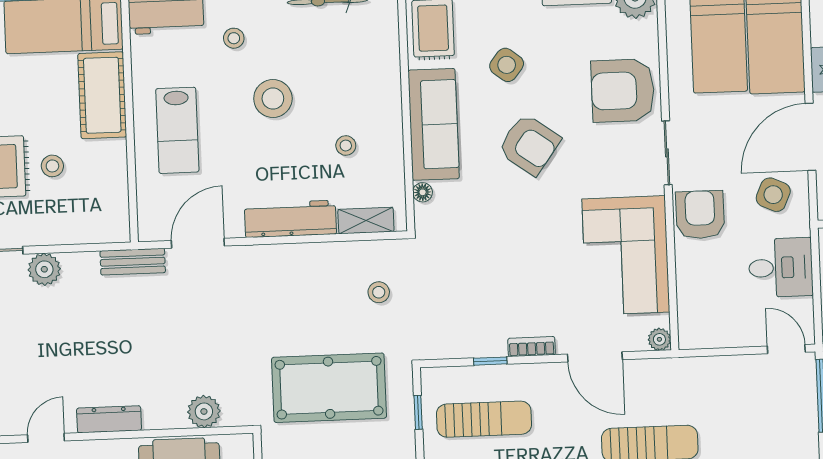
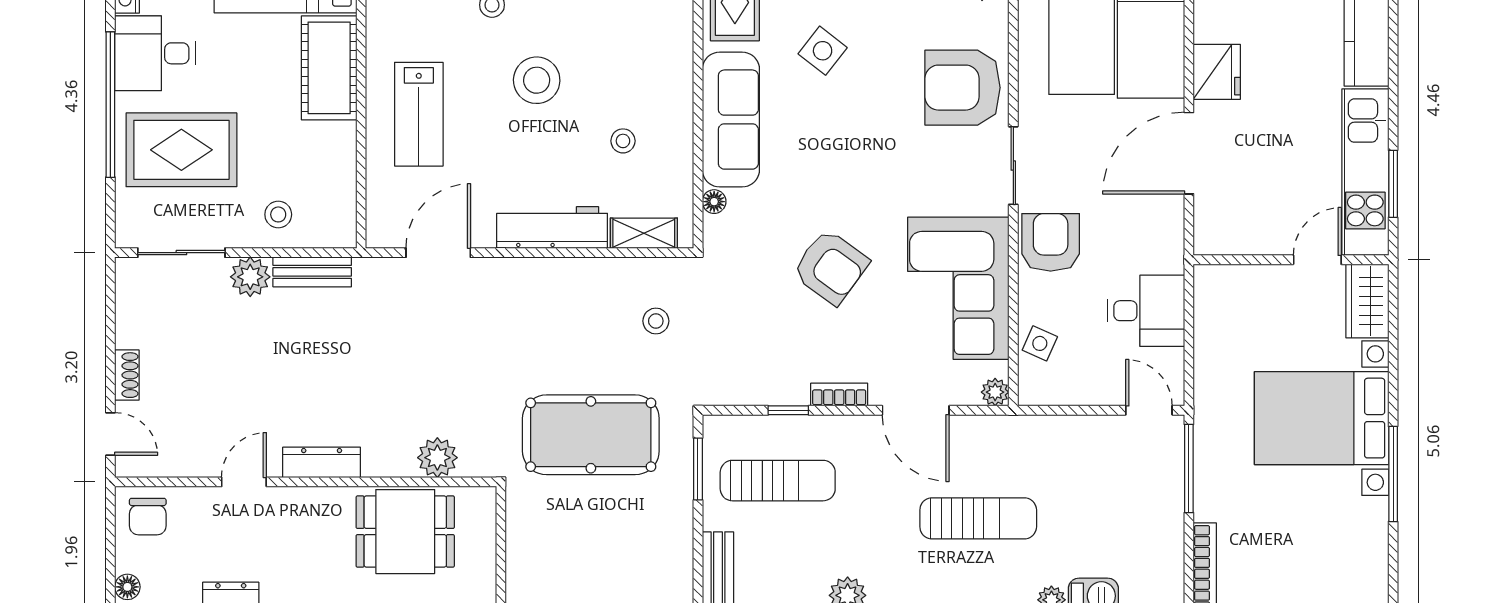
armchair: (529, 145) -> (831, 267), moved
stool: (52, 166) -> (278, 214), moved
side table: (773, 195) -> (1040, 343), moved, width x0.73, depth x0.73
bench: (133, 262) -> (312, 272), moved
window: (418, 412) -> (698, 469), width x1.50

